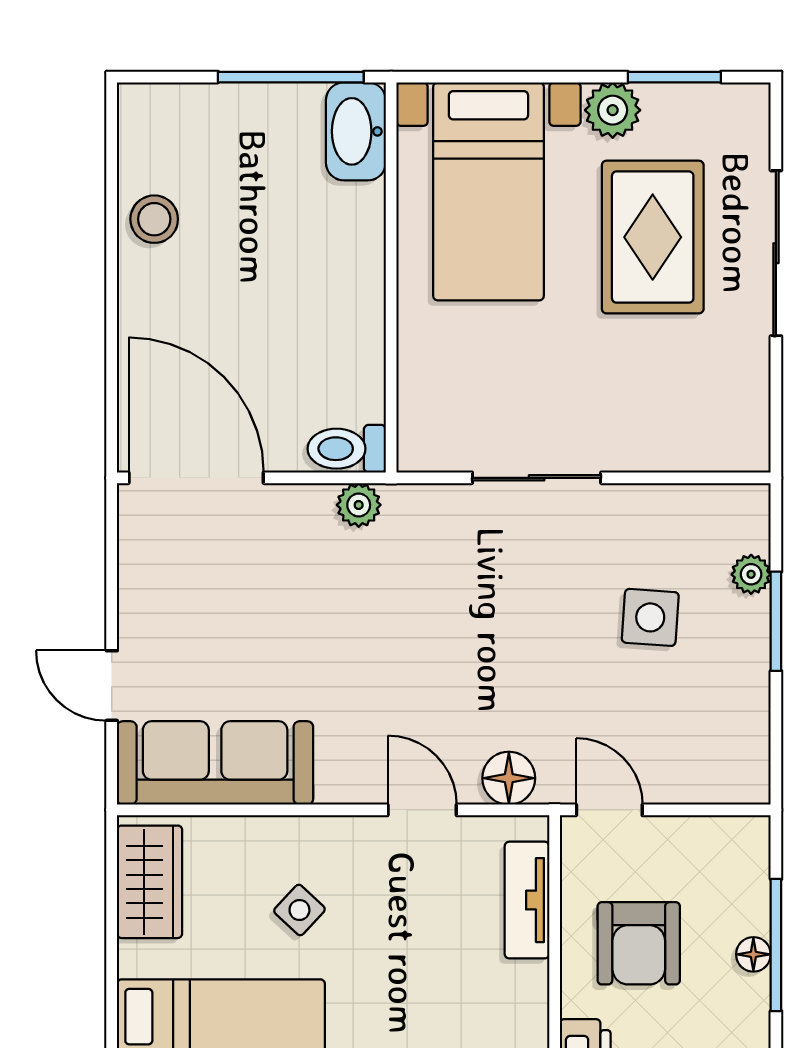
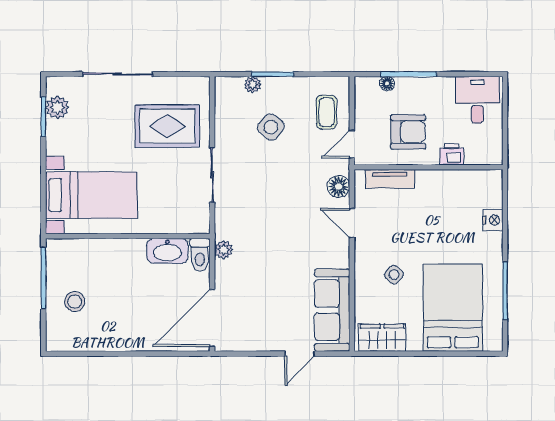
plant: (613, 110) -> (57, 107), moved
washbasin: (356, 131) -> (167, 251), moved
stool: (154, 219) -> (75, 302), moved
rug: (653, 237) -> (167, 126), moved
side table: (650, 617) -> (271, 127), turned 35
coffee table: (686, 750) -> (326, 112), added
door: (422, 810) -> (352, 223), hinge flipped
floor lamp: (753, 954) -> (387, 84), moved

